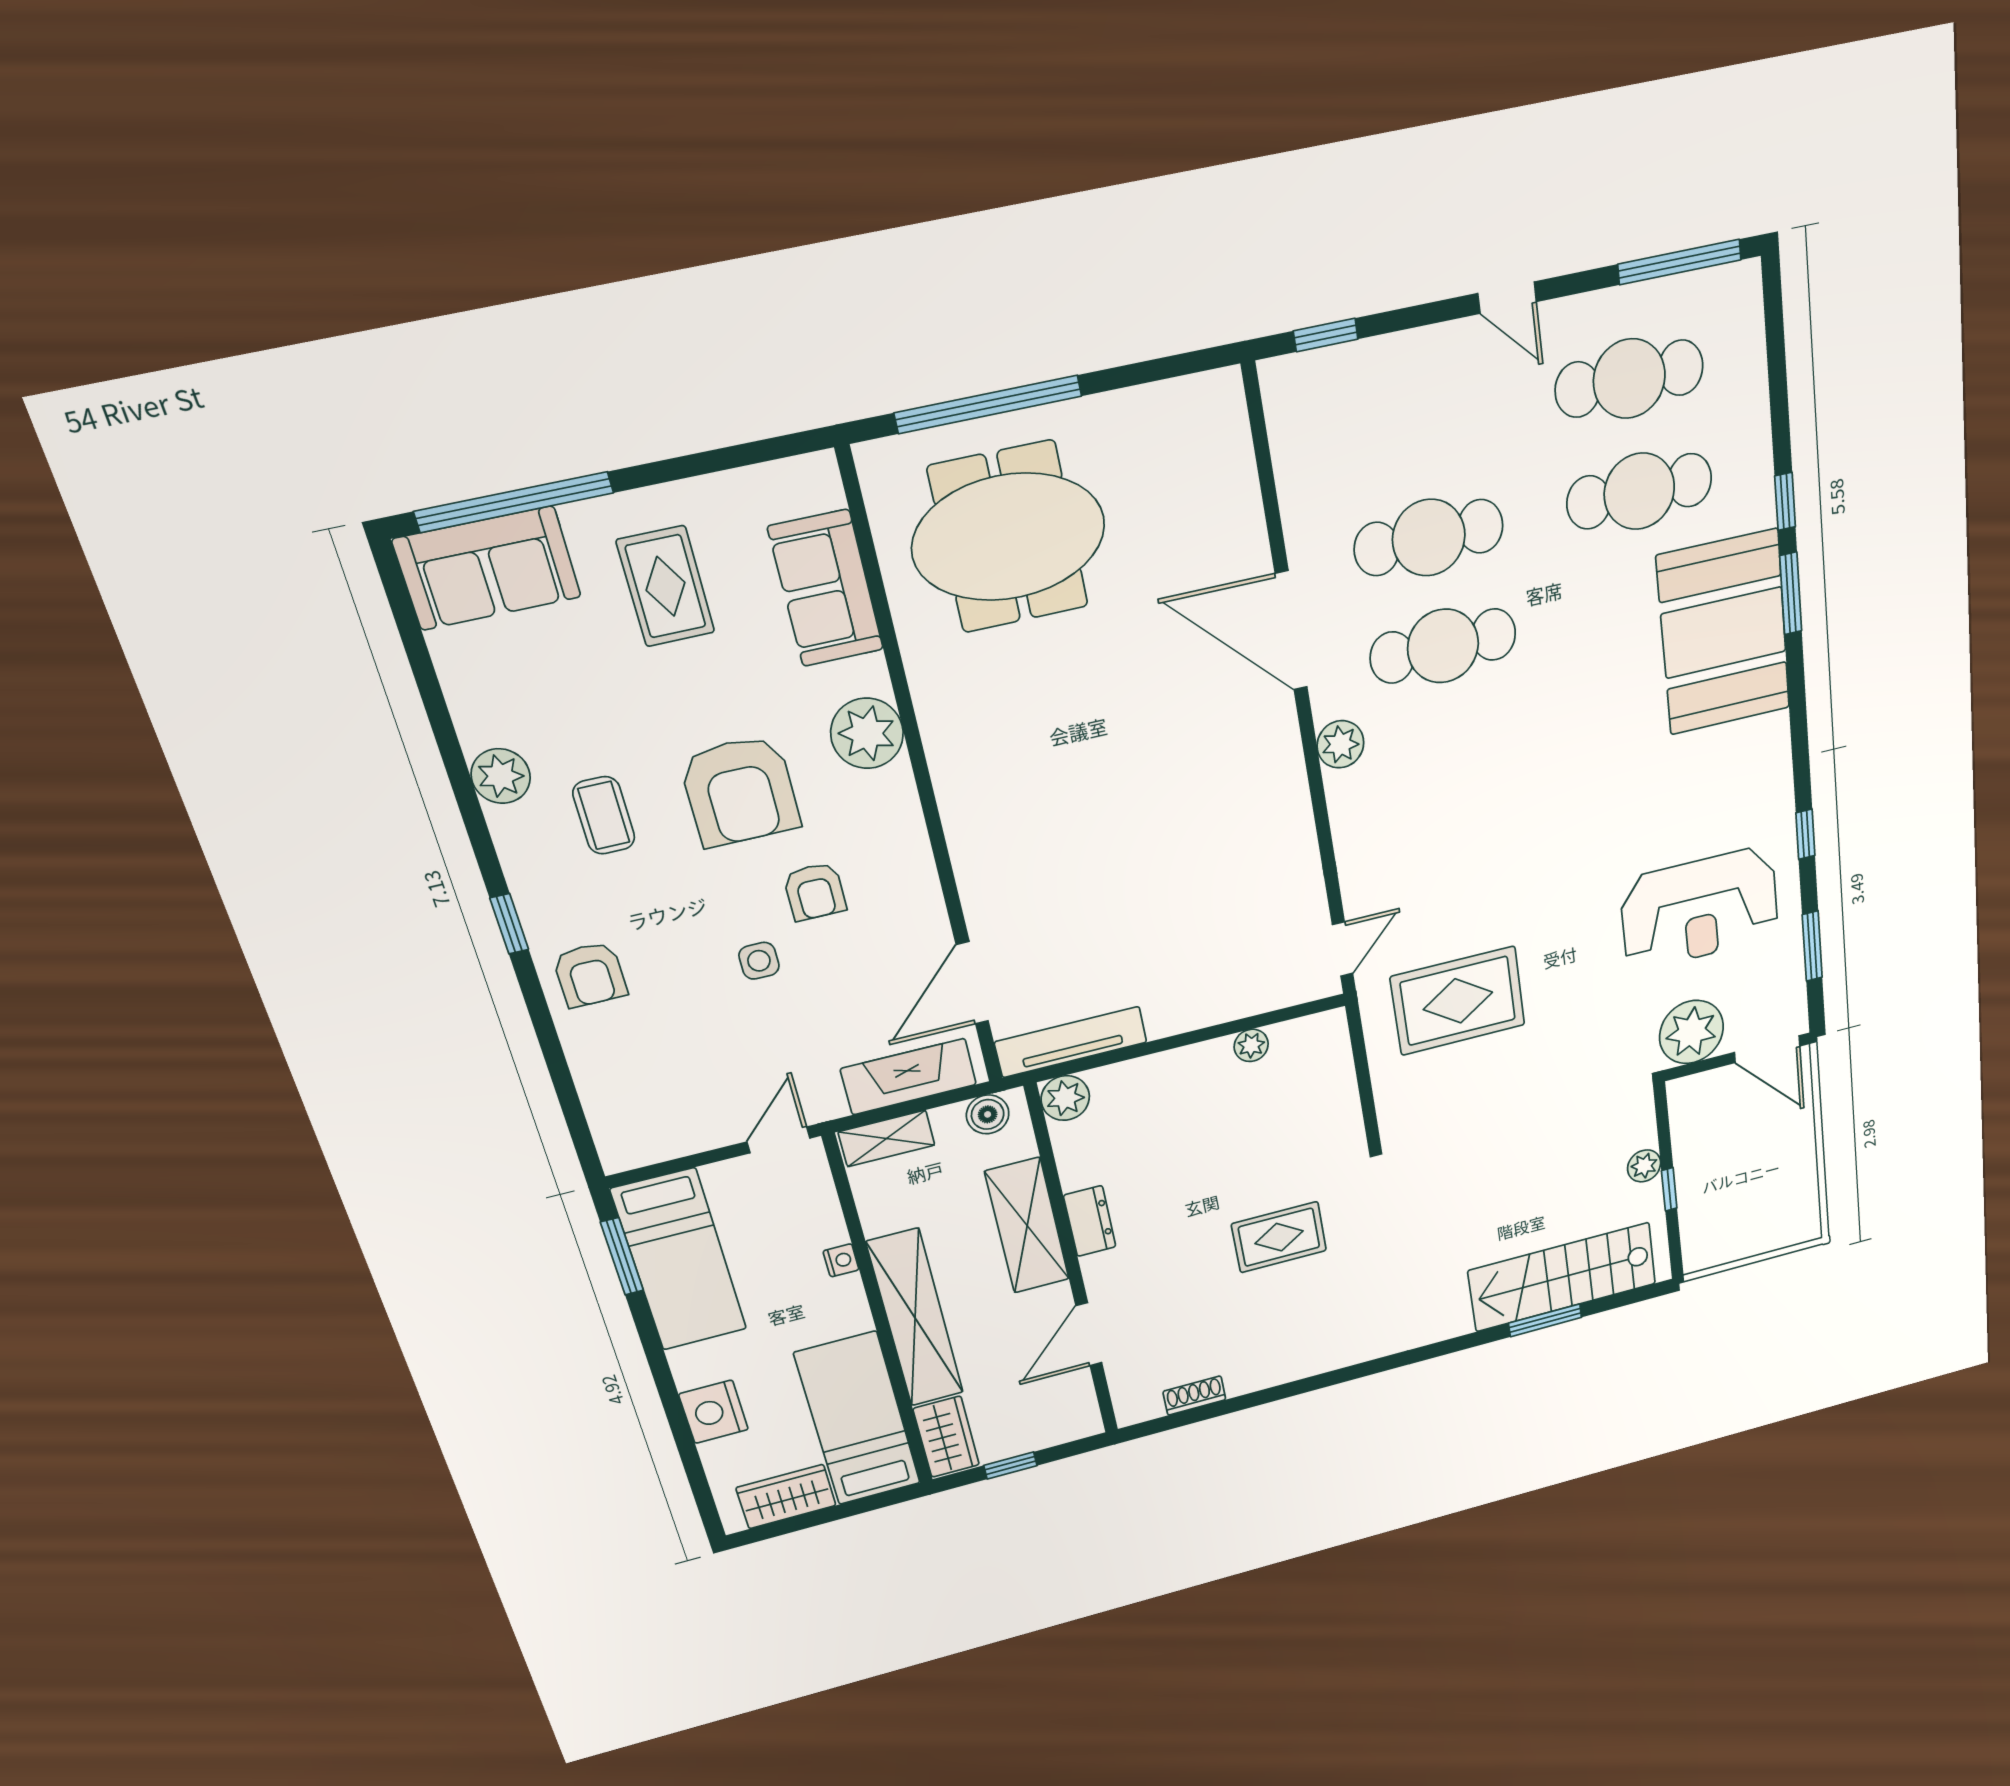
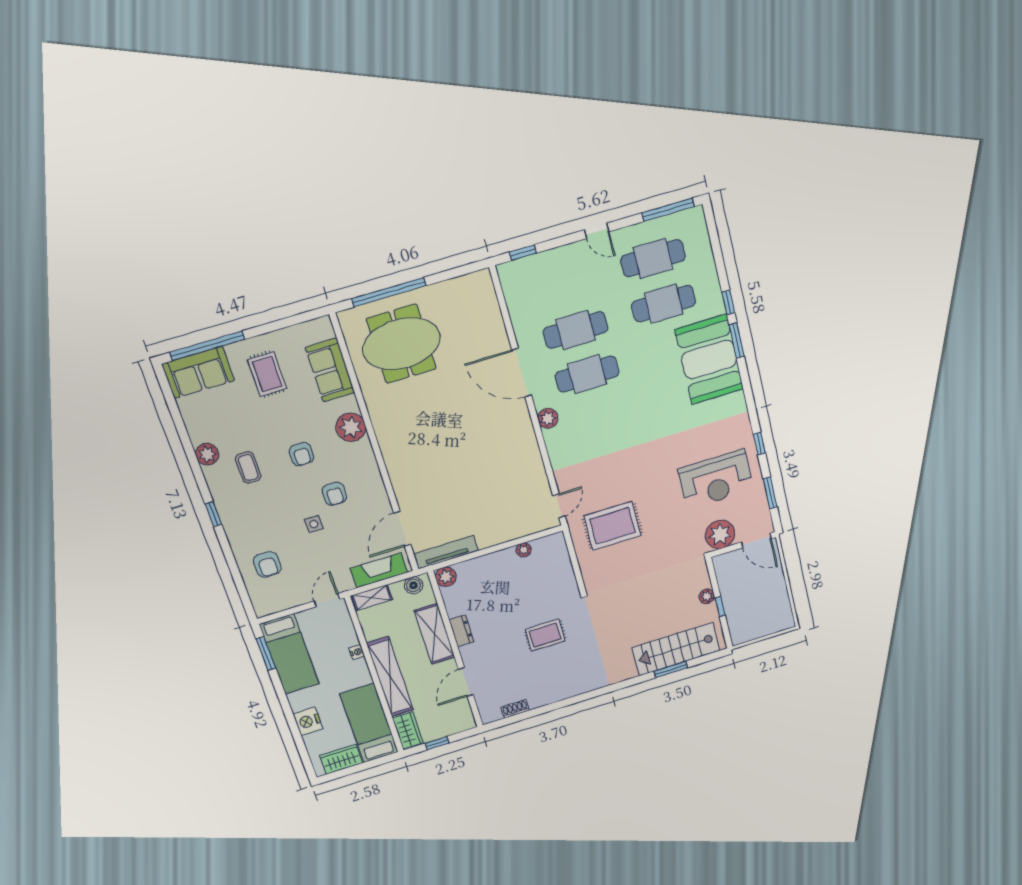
armchair: (740, 791) -> (302, 454), width x0.53, depth x0.53
armchair: (590, 975) -> (267, 564), moved

